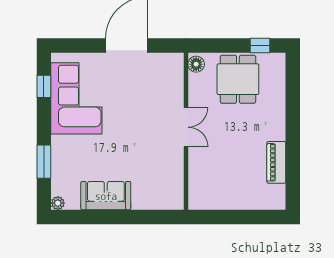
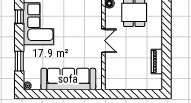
sofa: (106, 196) -> (68, 79), width x1.85, depth x1.27

